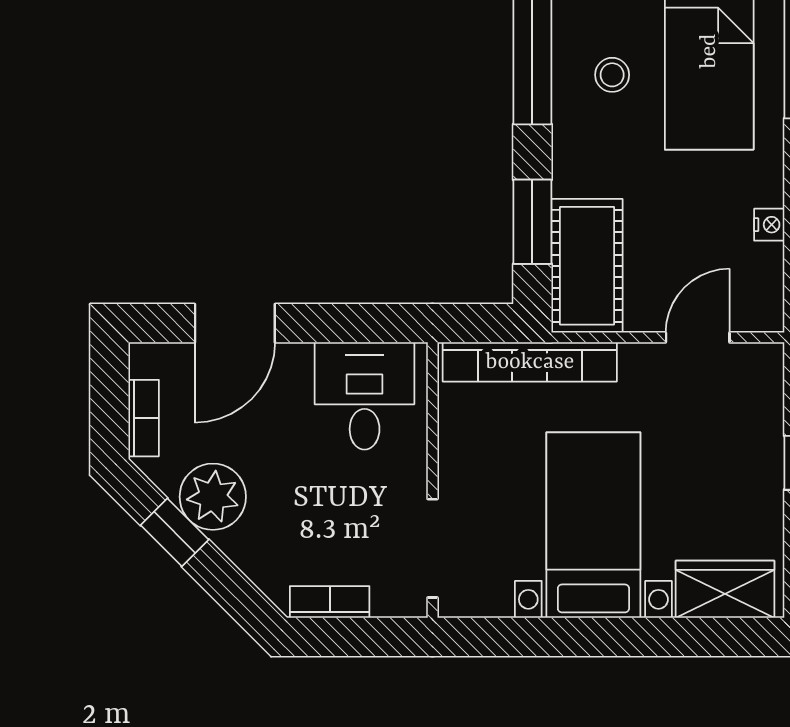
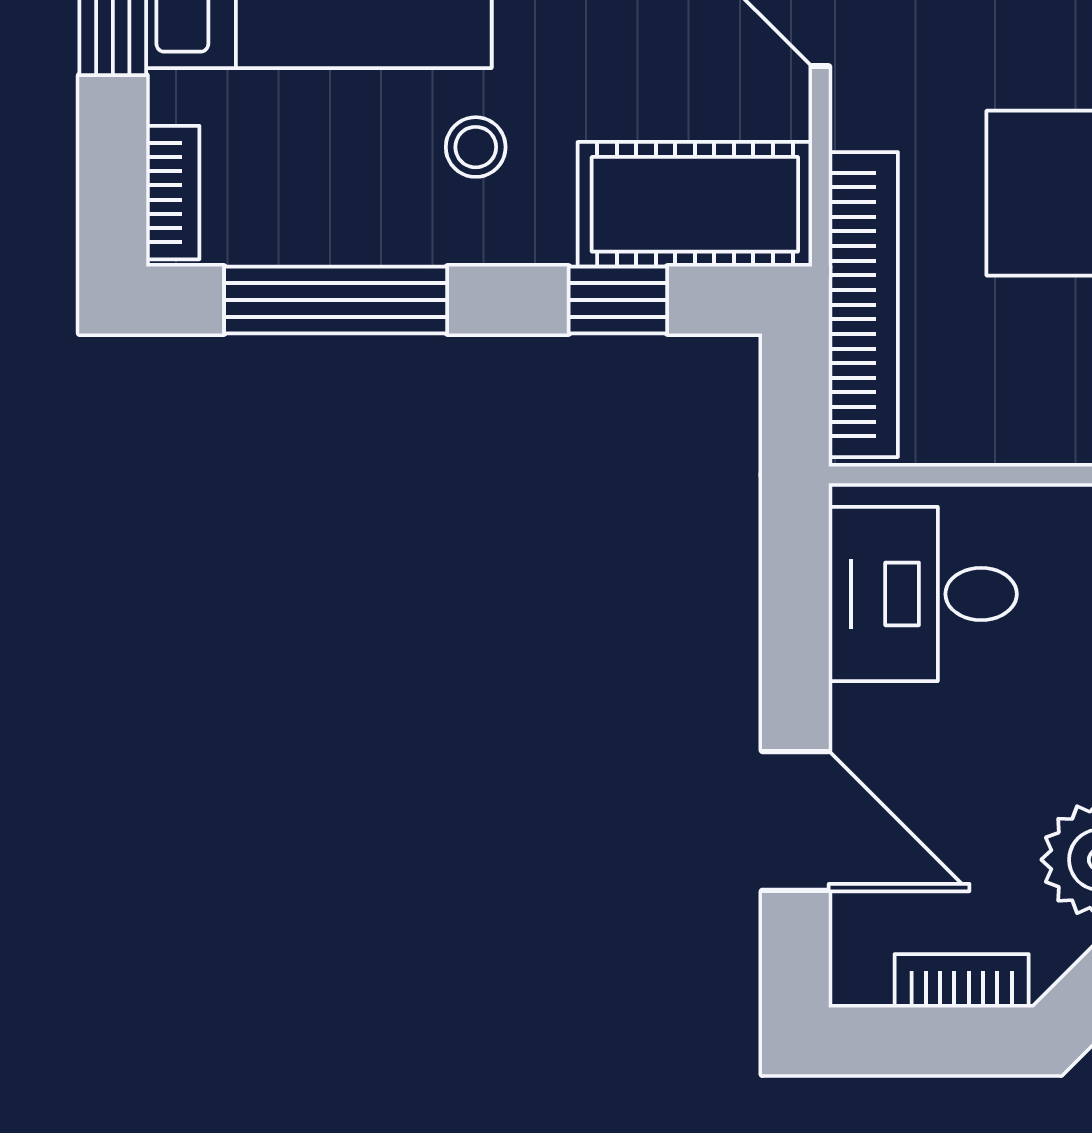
stool: (612, 75) -> (476, 147), moved
window: (532, 222) -> (618, 300), width x0.67

